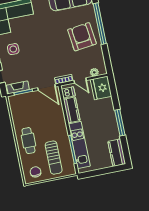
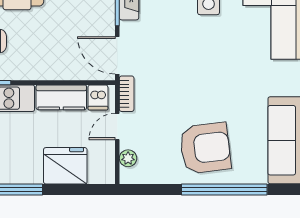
door: (46, 87) -> (117, 55), hinge flipped
fridge: (101, 88) -> (65, 166), moved

